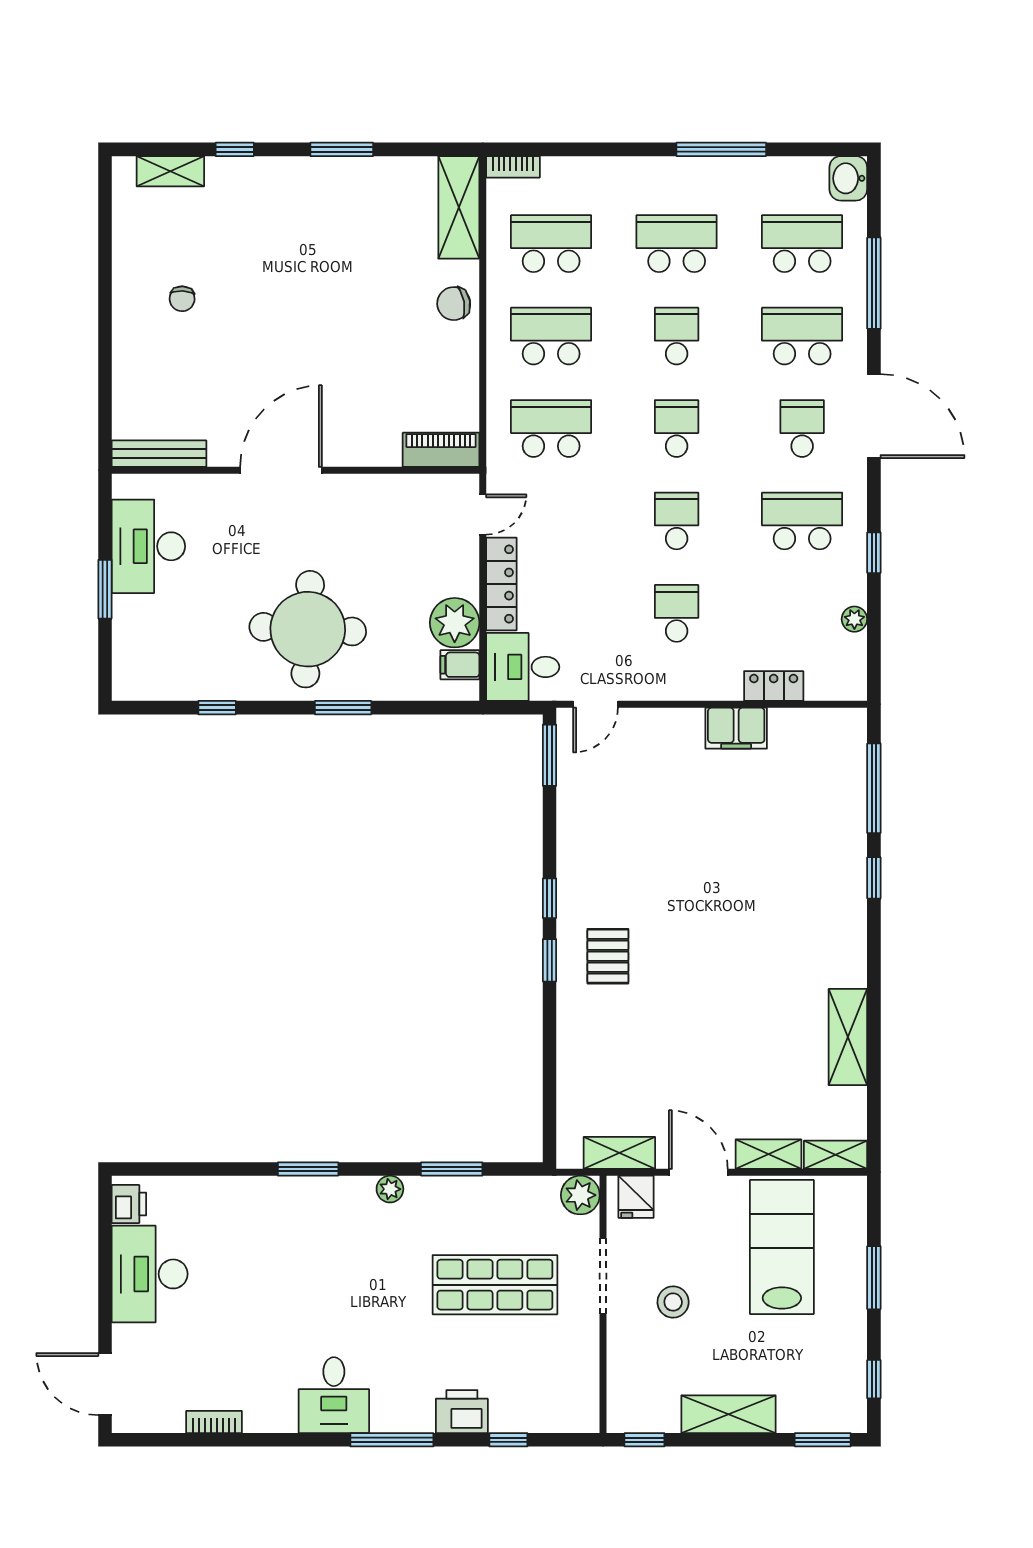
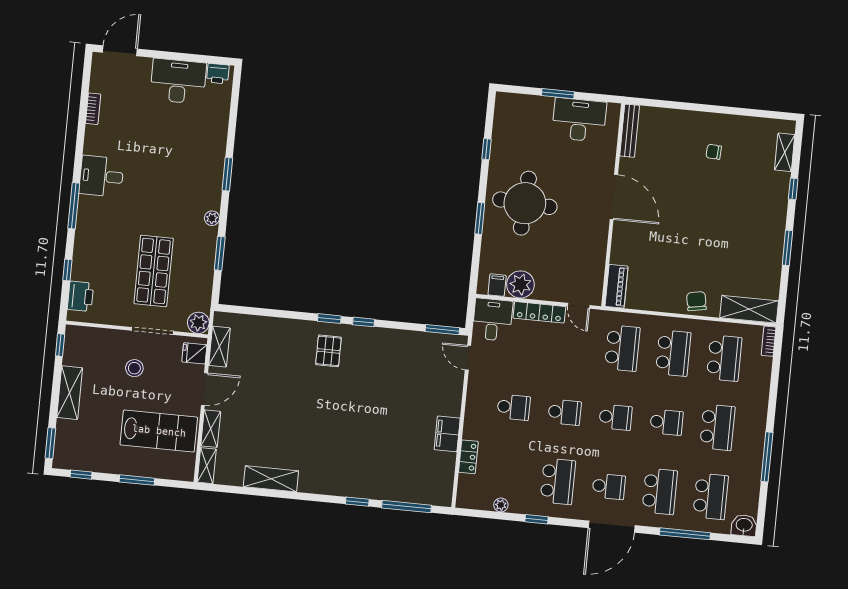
pallet: (608, 956) -> (328, 351), turned 90
printer: (462, 1412) -> (80, 296), moved

